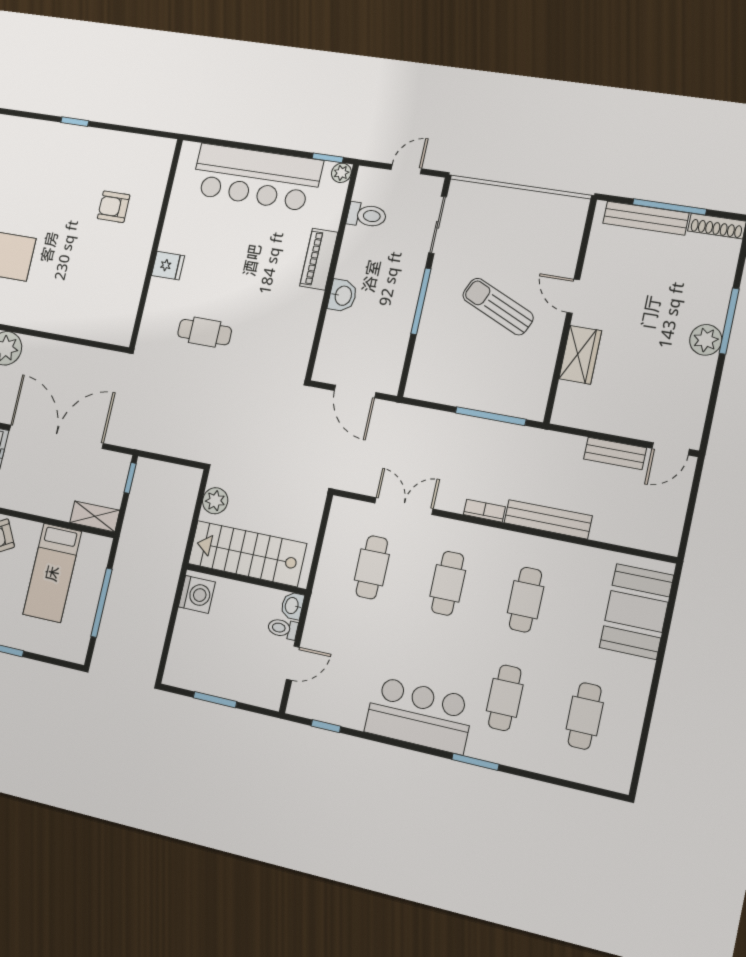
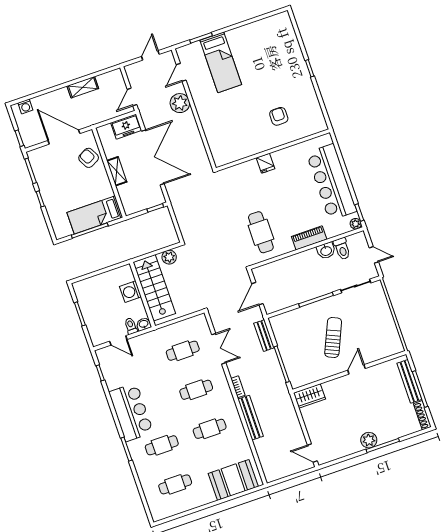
washbasin: (343, 296) -> (326, 251), moved
cafe table: (205, 332) -> (261, 232), moved, width x1.37, depth x1.35
wardrobe: (580, 355) -> (309, 396), moved
bench: (615, 453) -> (264, 336), moved
shelving: (95, 516) -> (117, 171), moved
bed: (52, 573) -> (95, 215), moved
washing machine: (197, 594) -> (130, 292), moved, turned 90

